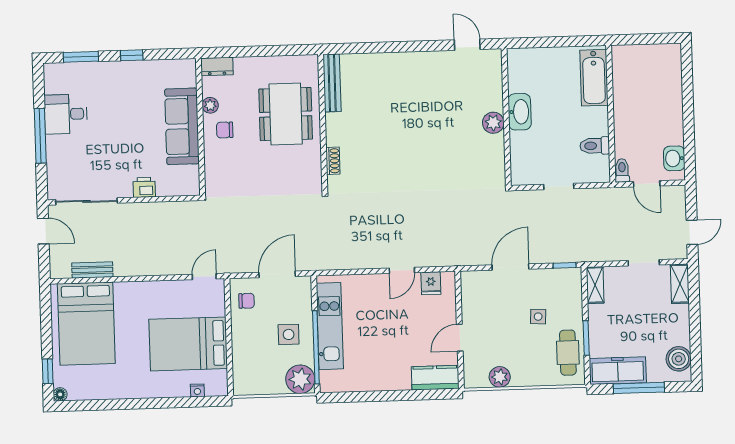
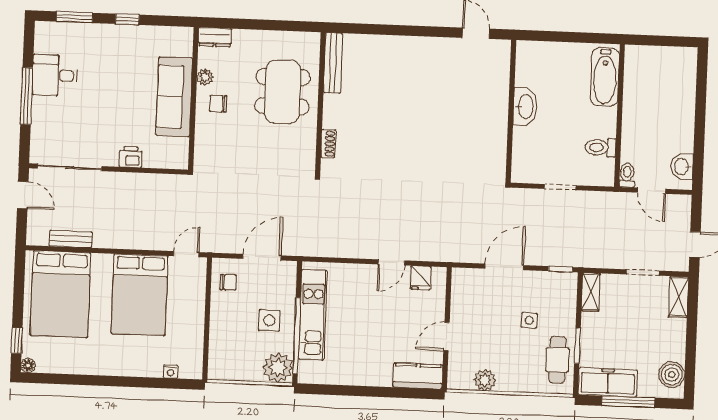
plant: (493, 123) -> (497, 116), removed
bed: (188, 344) -> (140, 295), moved, turned -90

